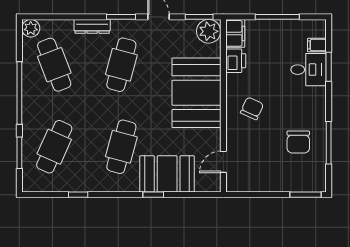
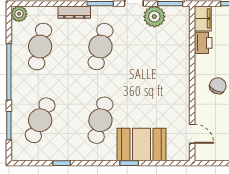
plant: (209, 31) -> (154, 17), moved
cafe table: (54, 65) -> (40, 47), turned 33
booth: (196, 93) -> (168, 72), removed
door: (223, 162) -> (192, 134), swing flipped

